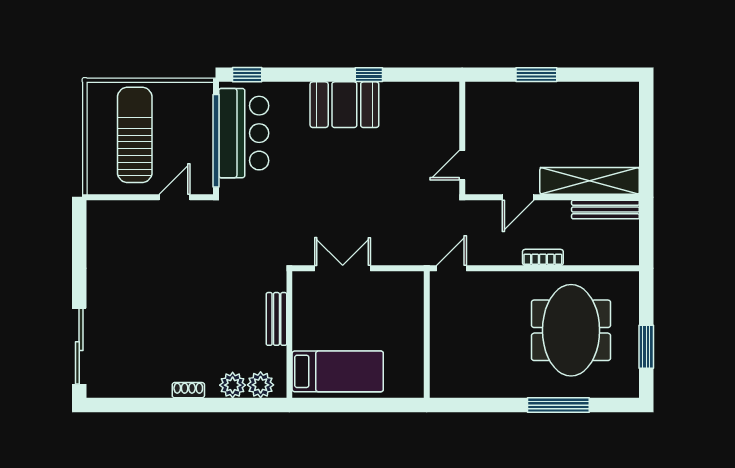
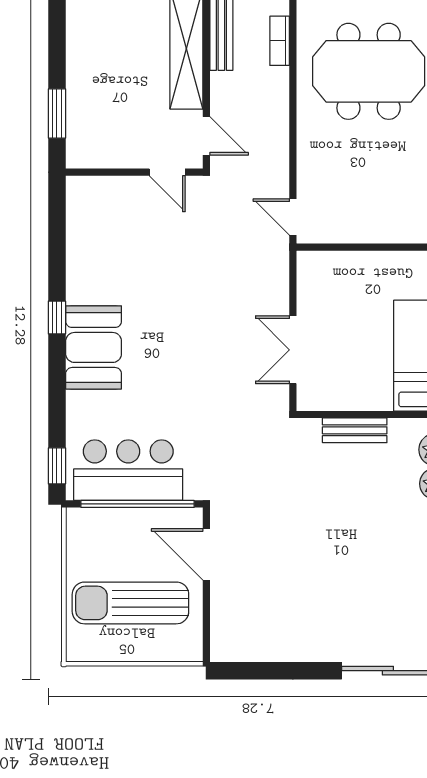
wall: (462, 138) -> (134, 172), moved
door: (462, 165) -> (167, 172), moved
door: (175, 197) -> (206, 554), width x1.38
bookcase: (543, 257) -> (280, 41), moved

